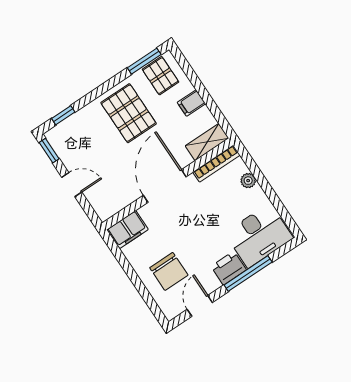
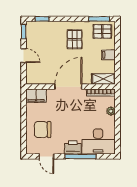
pallet: (161, 76) -> (102, 31), turned 90
pallet: (129, 113) -> (75, 39), width x0.67, depth x0.71
chair: (169, 271) -> (43, 129), turned 90
door: (200, 306) -> (46, 156), swing flipped

